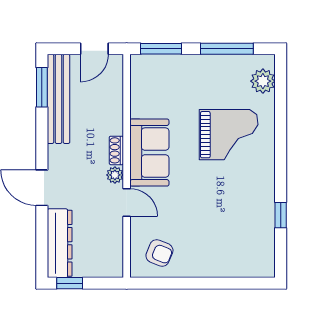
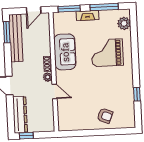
fireplace: (195, 63) -> (88, 15), added
grand piano: (229, 135) -> (107, 53), turned 180
sofa: (149, 153) -> (65, 52), moved
armchair: (159, 253) -> (105, 116), moved

